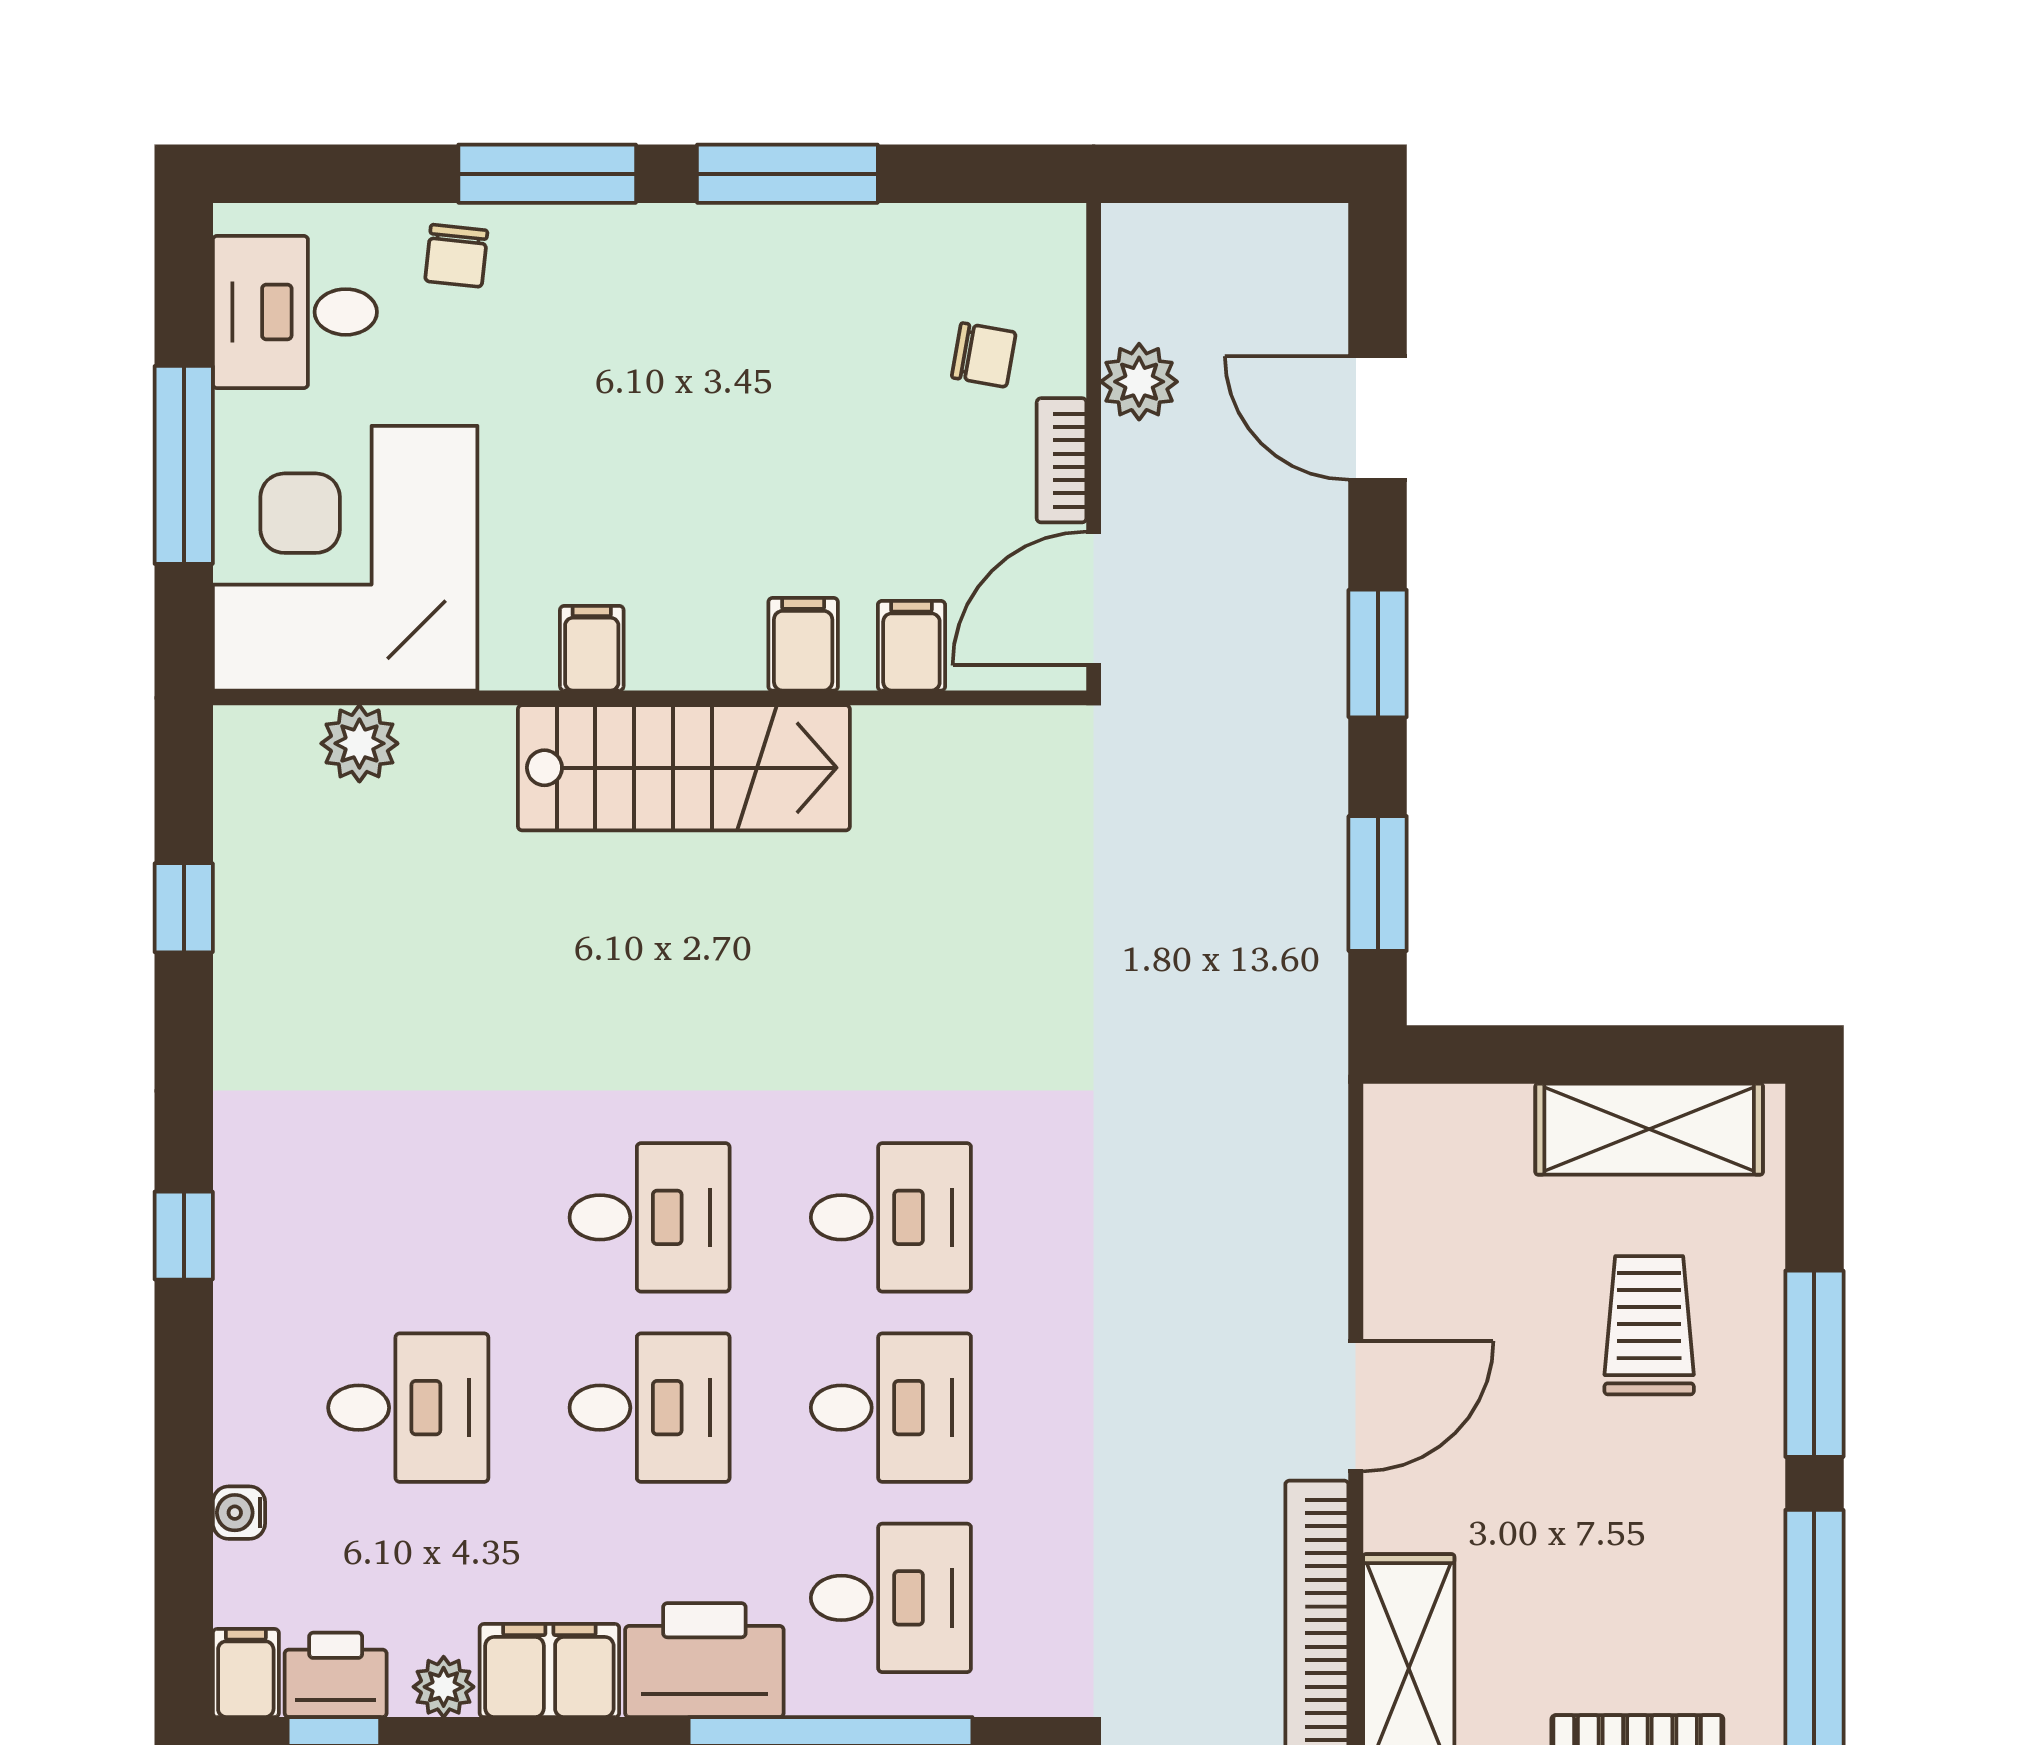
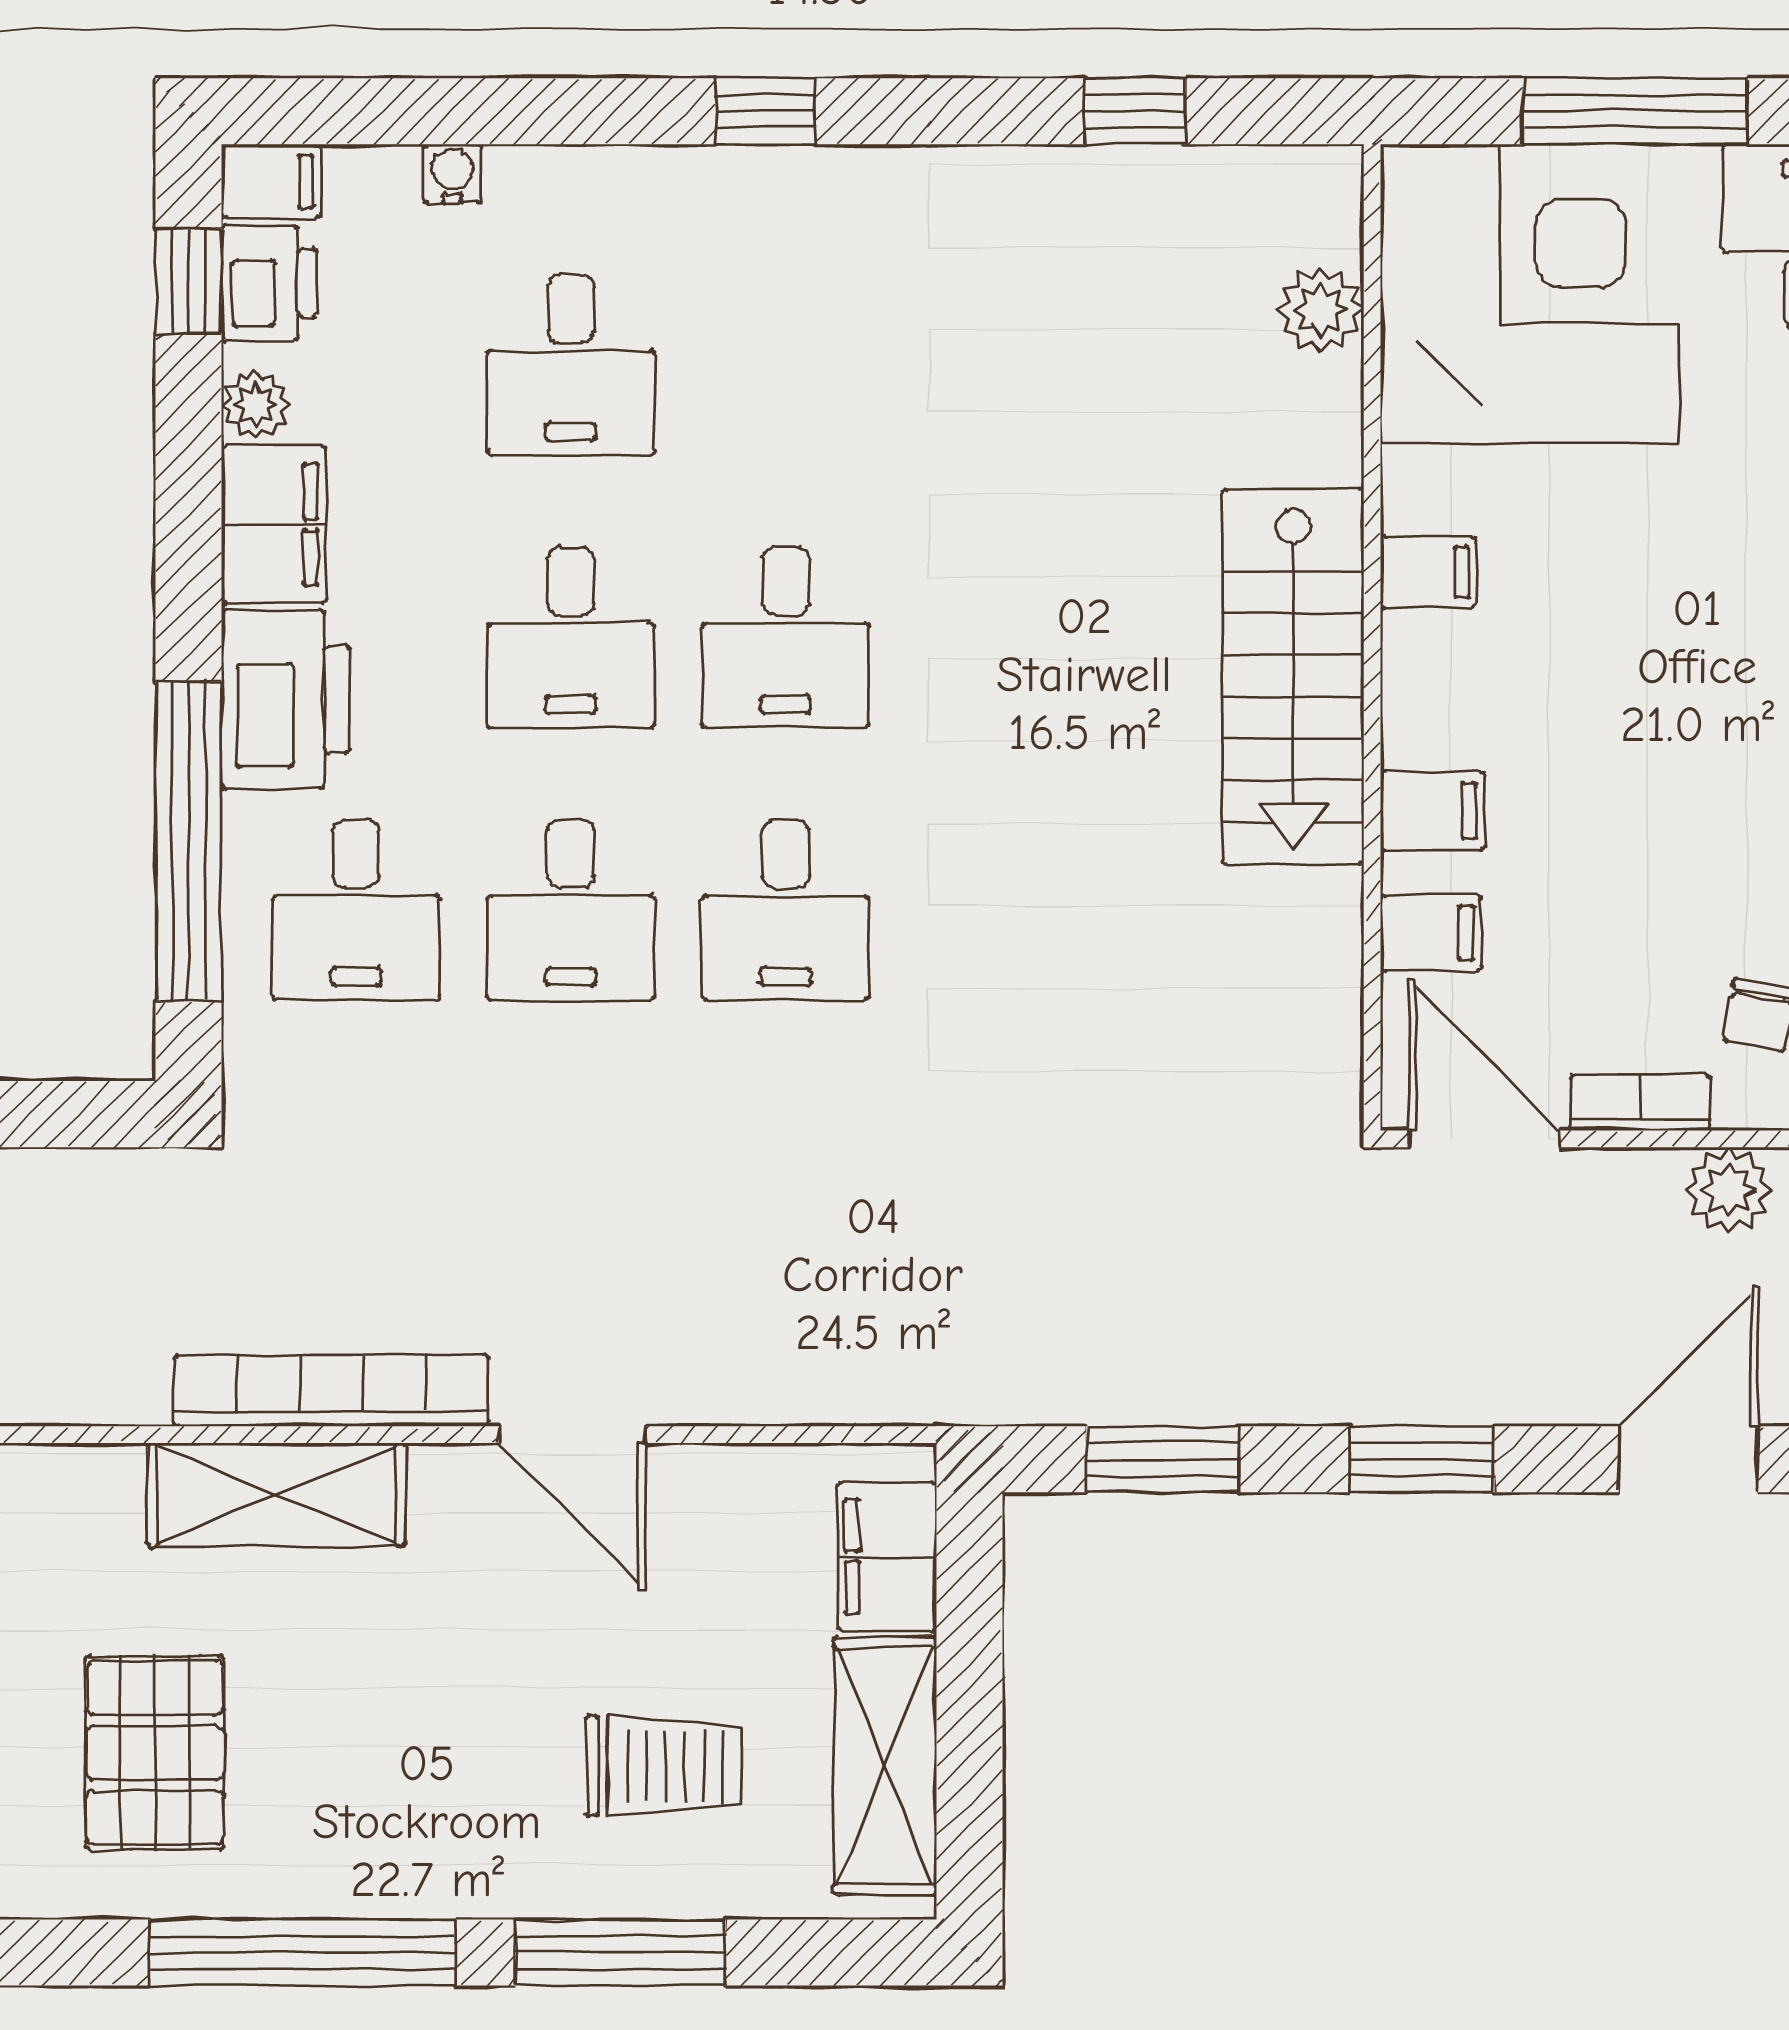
filing cabinet: (1463, 1128) -> (887, 1556), added

